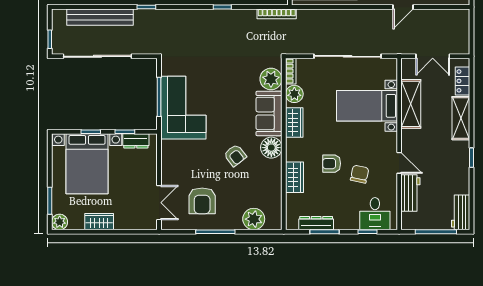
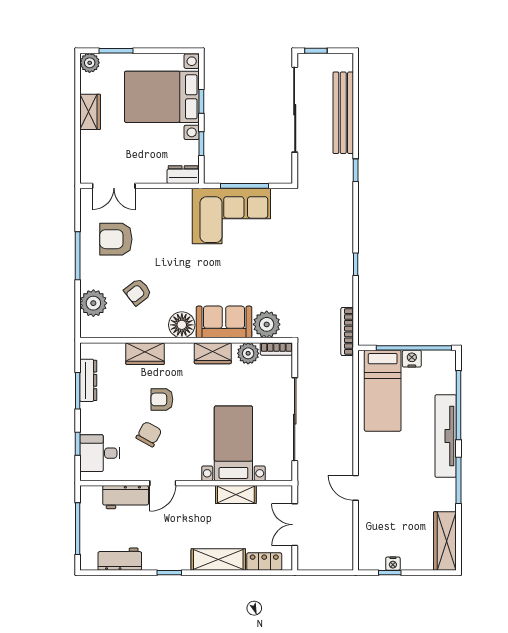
shelving: (411, 104) -> (236, 494), width x0.67, depth x0.75
dresser: (136, 141) -> (183, 175), moved, turned 90
armchair: (235, 155) -> (138, 292), moved
armchair: (332, 164) -> (162, 399), turned -90
chair: (360, 174) -> (149, 434), turned -73
workbench: (461, 212) -> (120, 559), moved

